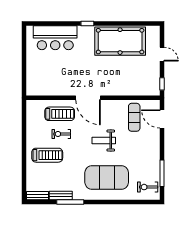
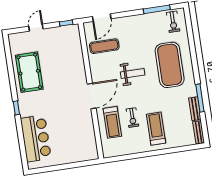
pool table: (120, 41) -> (29, 72), width x0.73, depth x0.76
treadmill: (60, 114) -> (112, 122), turned 180
weight bench: (104, 141) -> (133, 73), turned -90

